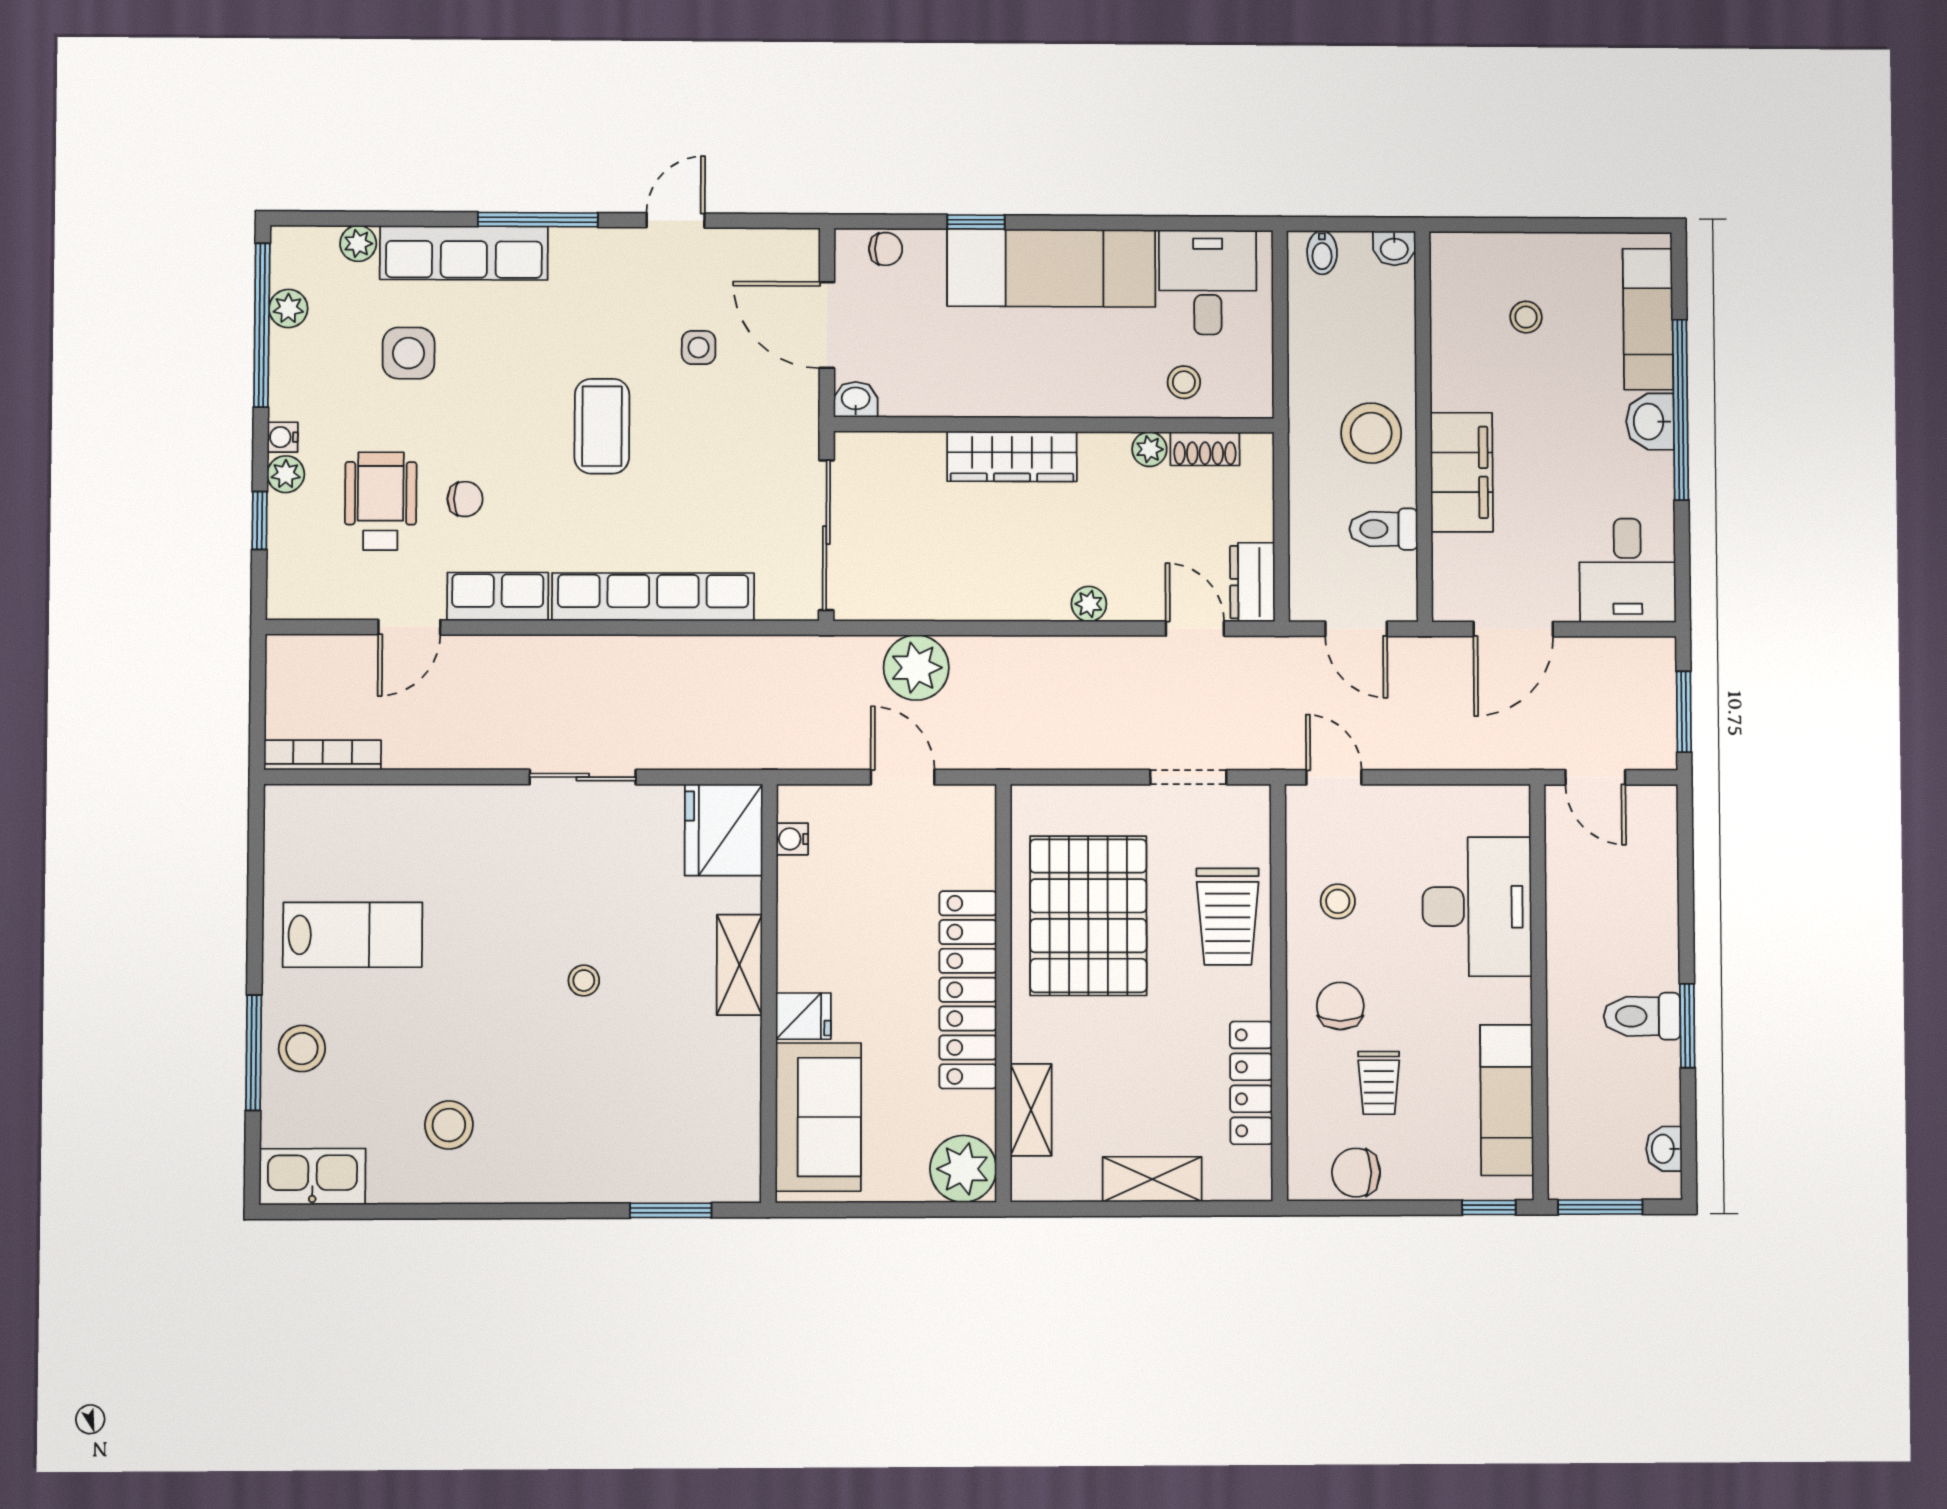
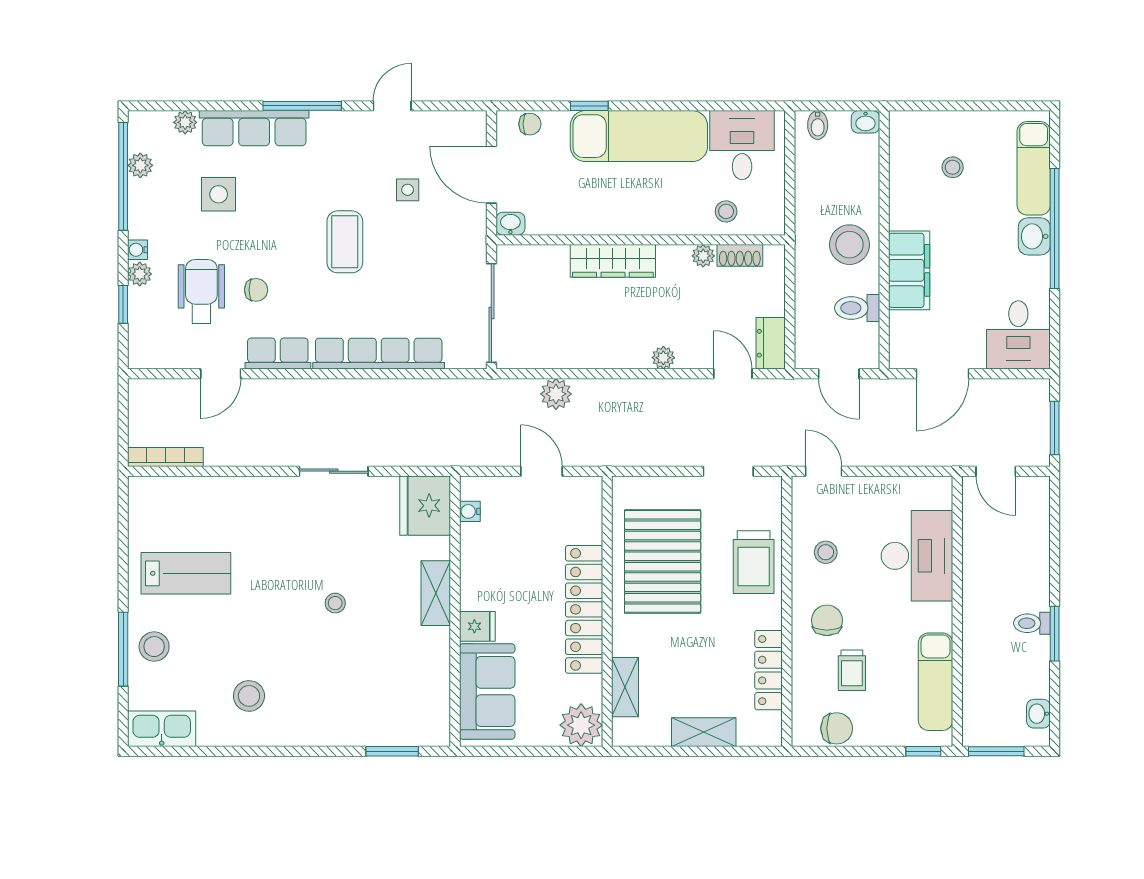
plant: (916, 668) -> (556, 394), width x0.73, depth x0.73
toilet: (1642, 1016) -> (1032, 623), width x0.73, depth x0.72
chair: (1356, 1173) -> (837, 728), turned 180

